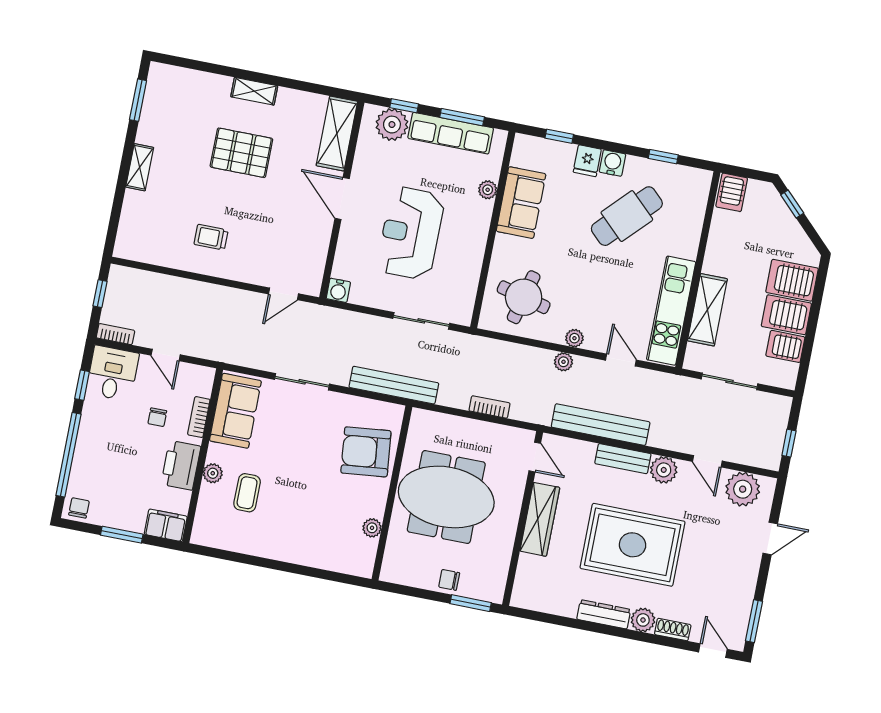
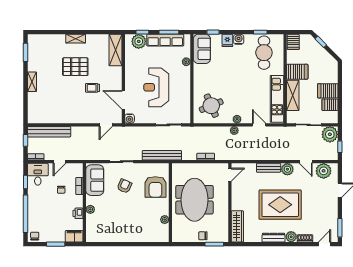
door: (342, 198) -> (123, 100), moved
sofa: (521, 203) -> (202, 49), moved
cafe table: (627, 216) -> (264, 53), moved, turned -44
trolley: (211, 237) -> (93, 88), moved
server rack: (792, 280) -> (297, 72), moved, turned 180
round table: (524, 297) -> (211, 106), turned -37
door: (166, 355) -> (60, 162), hinge flipped
plant: (772, 411) -> (330, 134), added
bench: (601, 425) -> (49, 132), moved
armchair: (298, 437) -> (124, 186), added
armchair: (366, 452) -> (155, 187), turned -84
door: (535, 457) -> (230, 175), hinge flipped
printer: (181, 465) -> (78, 213), width x0.53, depth x0.68
coffee table: (247, 493) -> (107, 215), removed
meeting table: (446, 497) -> (194, 200), turned 90
wardrobe: (540, 519) -> (237, 226), moved
door: (713, 651) -> (324, 244), hinge flipped

